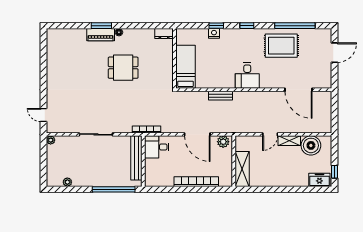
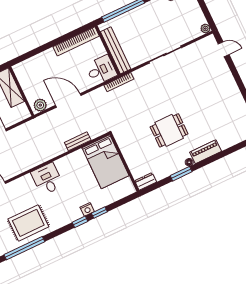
window: (101, 26) -> (181, 174), moved
window: (247, 26) -> (80, 222), moved
nightstand: (214, 33) -> (87, 209), moved
bed: (186, 67) -> (105, 162), width x1.50
bench: (221, 96) -> (78, 141), moved
bookcase: (196, 182) -> (76, 41), moved

